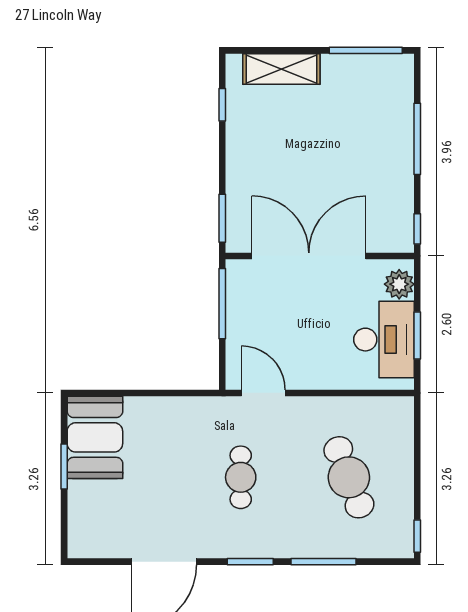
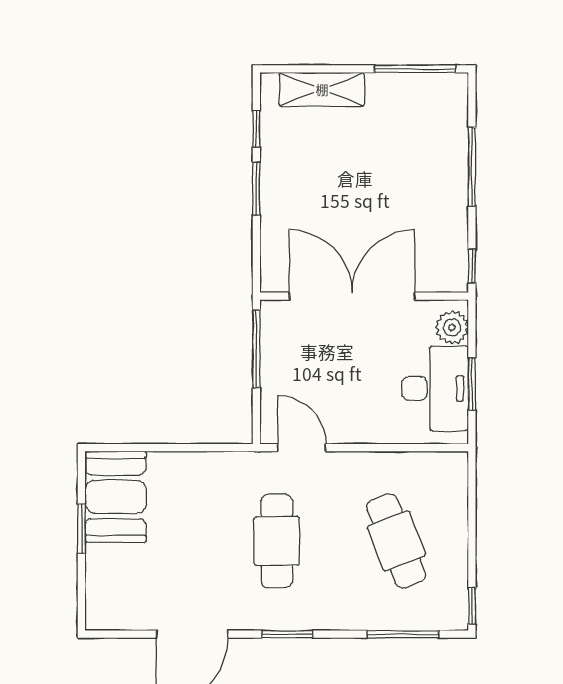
window: (222, 218) -> (256, 188), moved
cafe table: (241, 477) -> (277, 541), width x1.37, depth x1.35
window: (323, 562) -> (403, 634), moved

